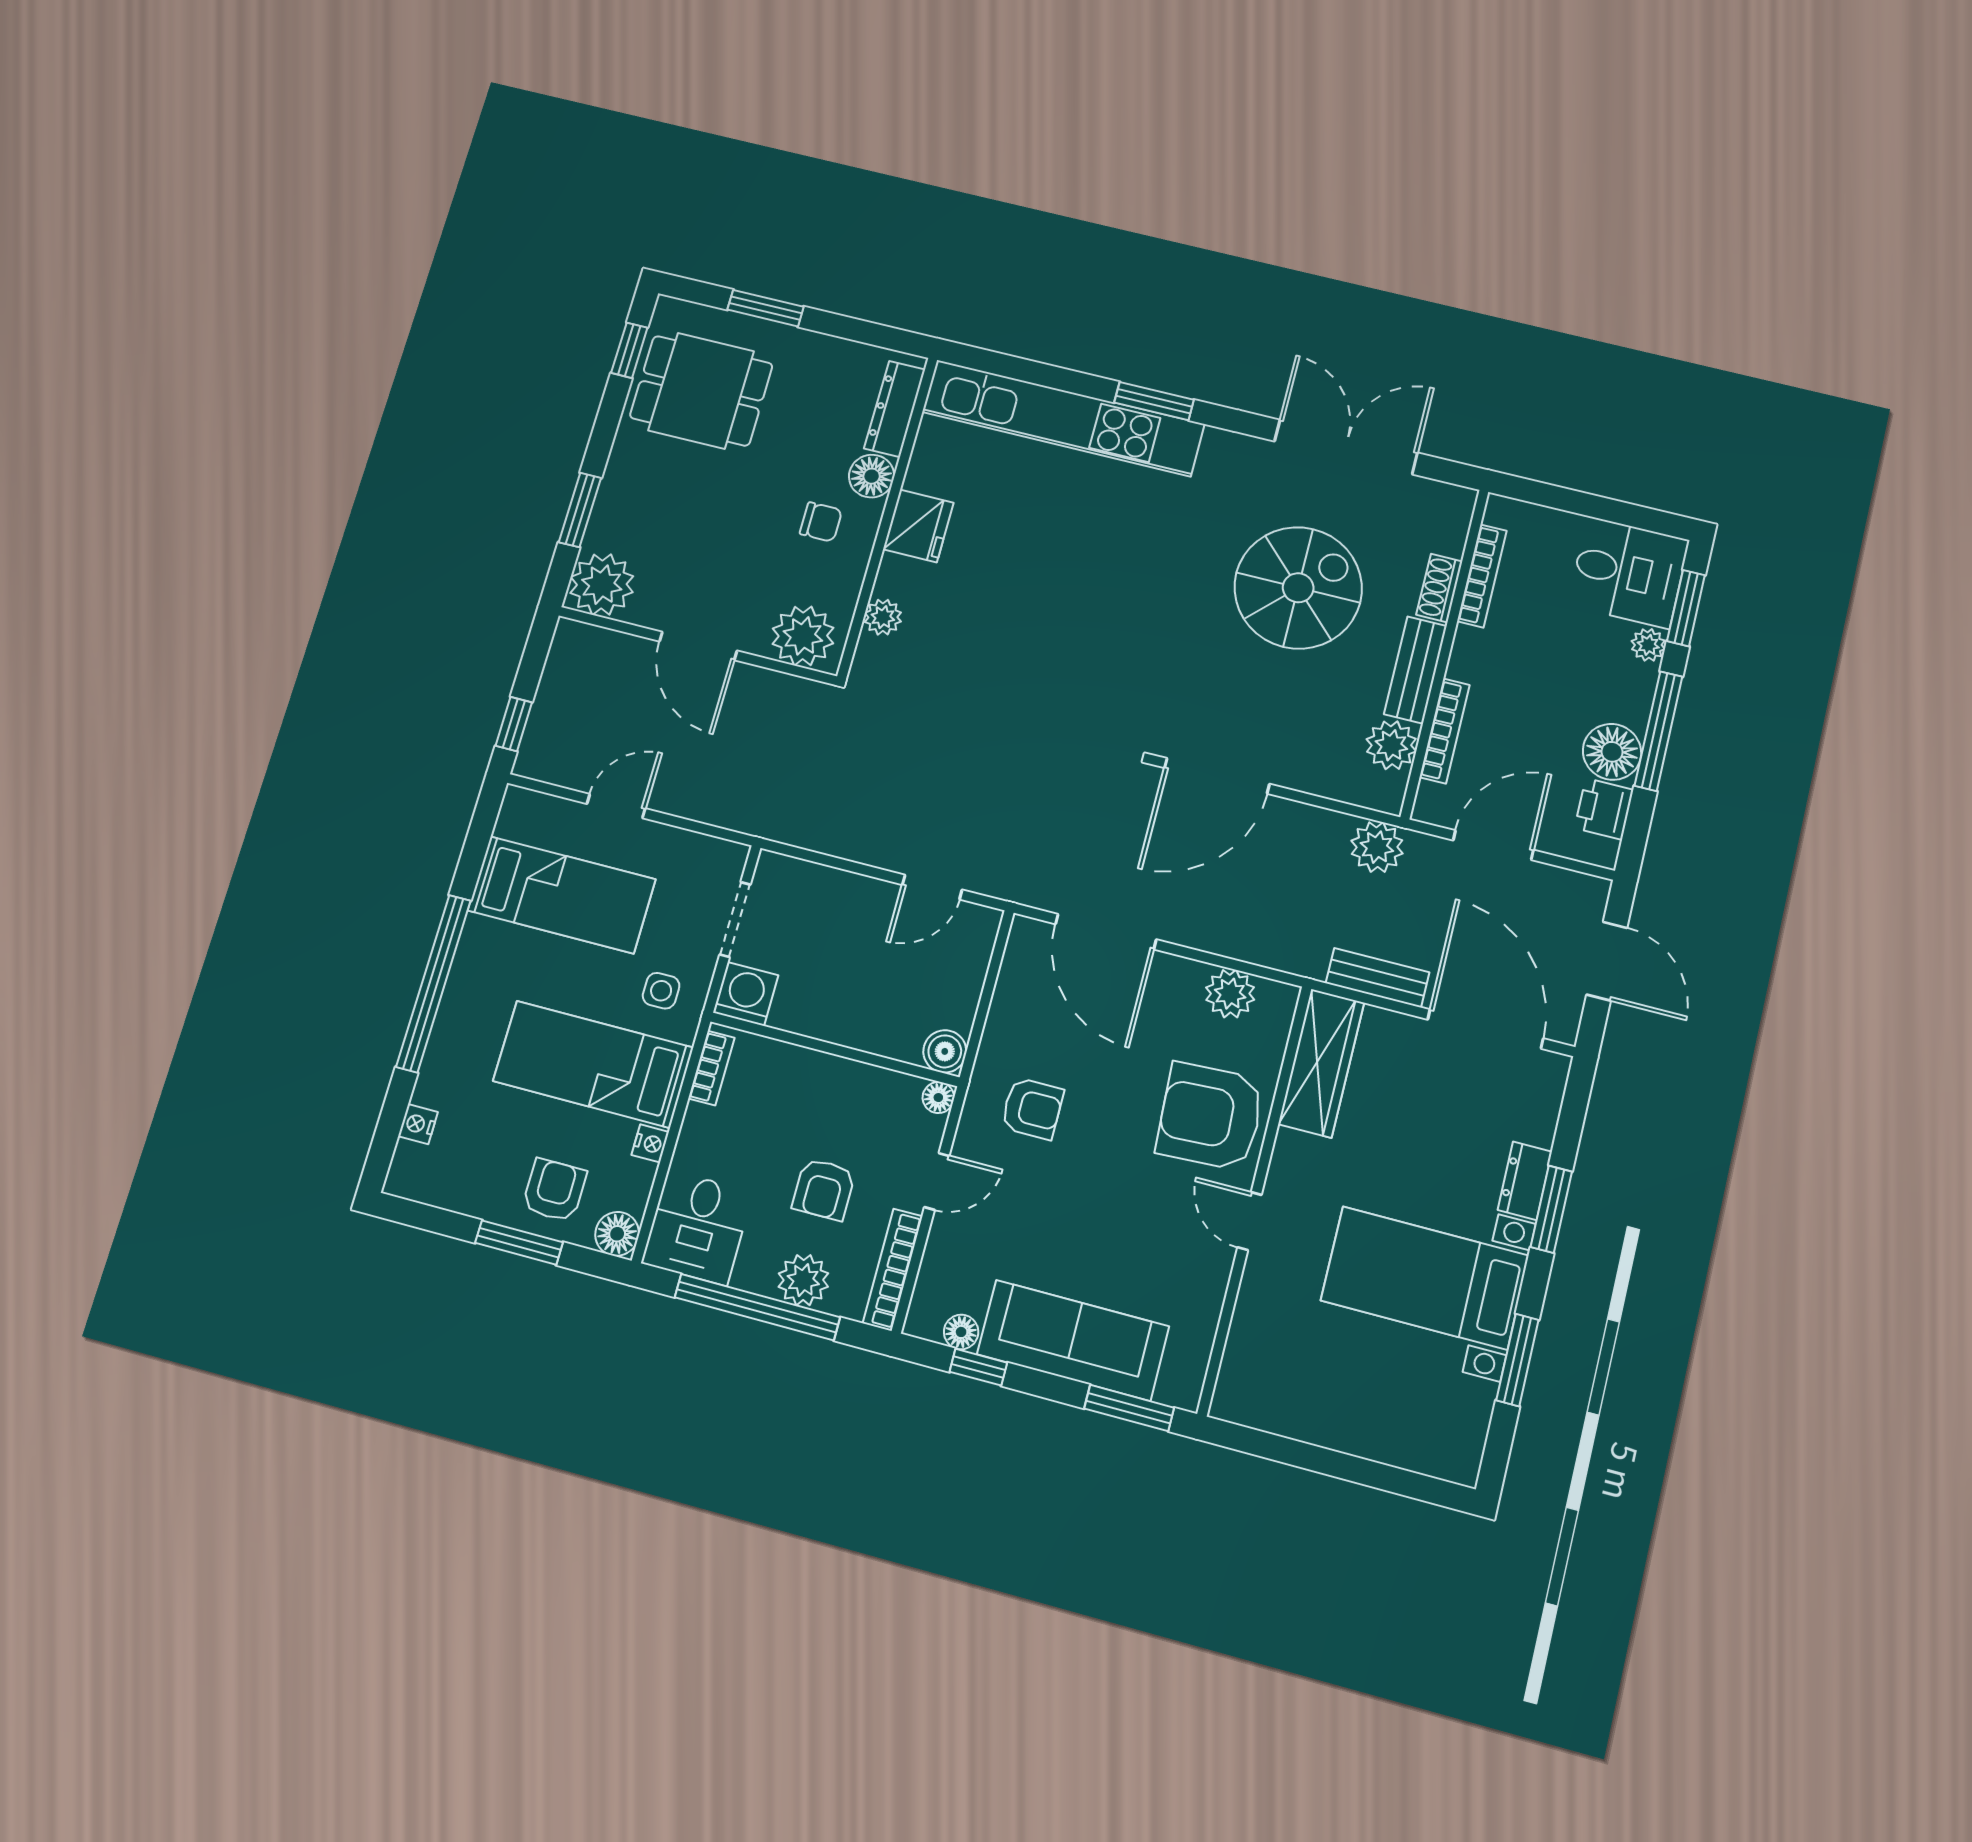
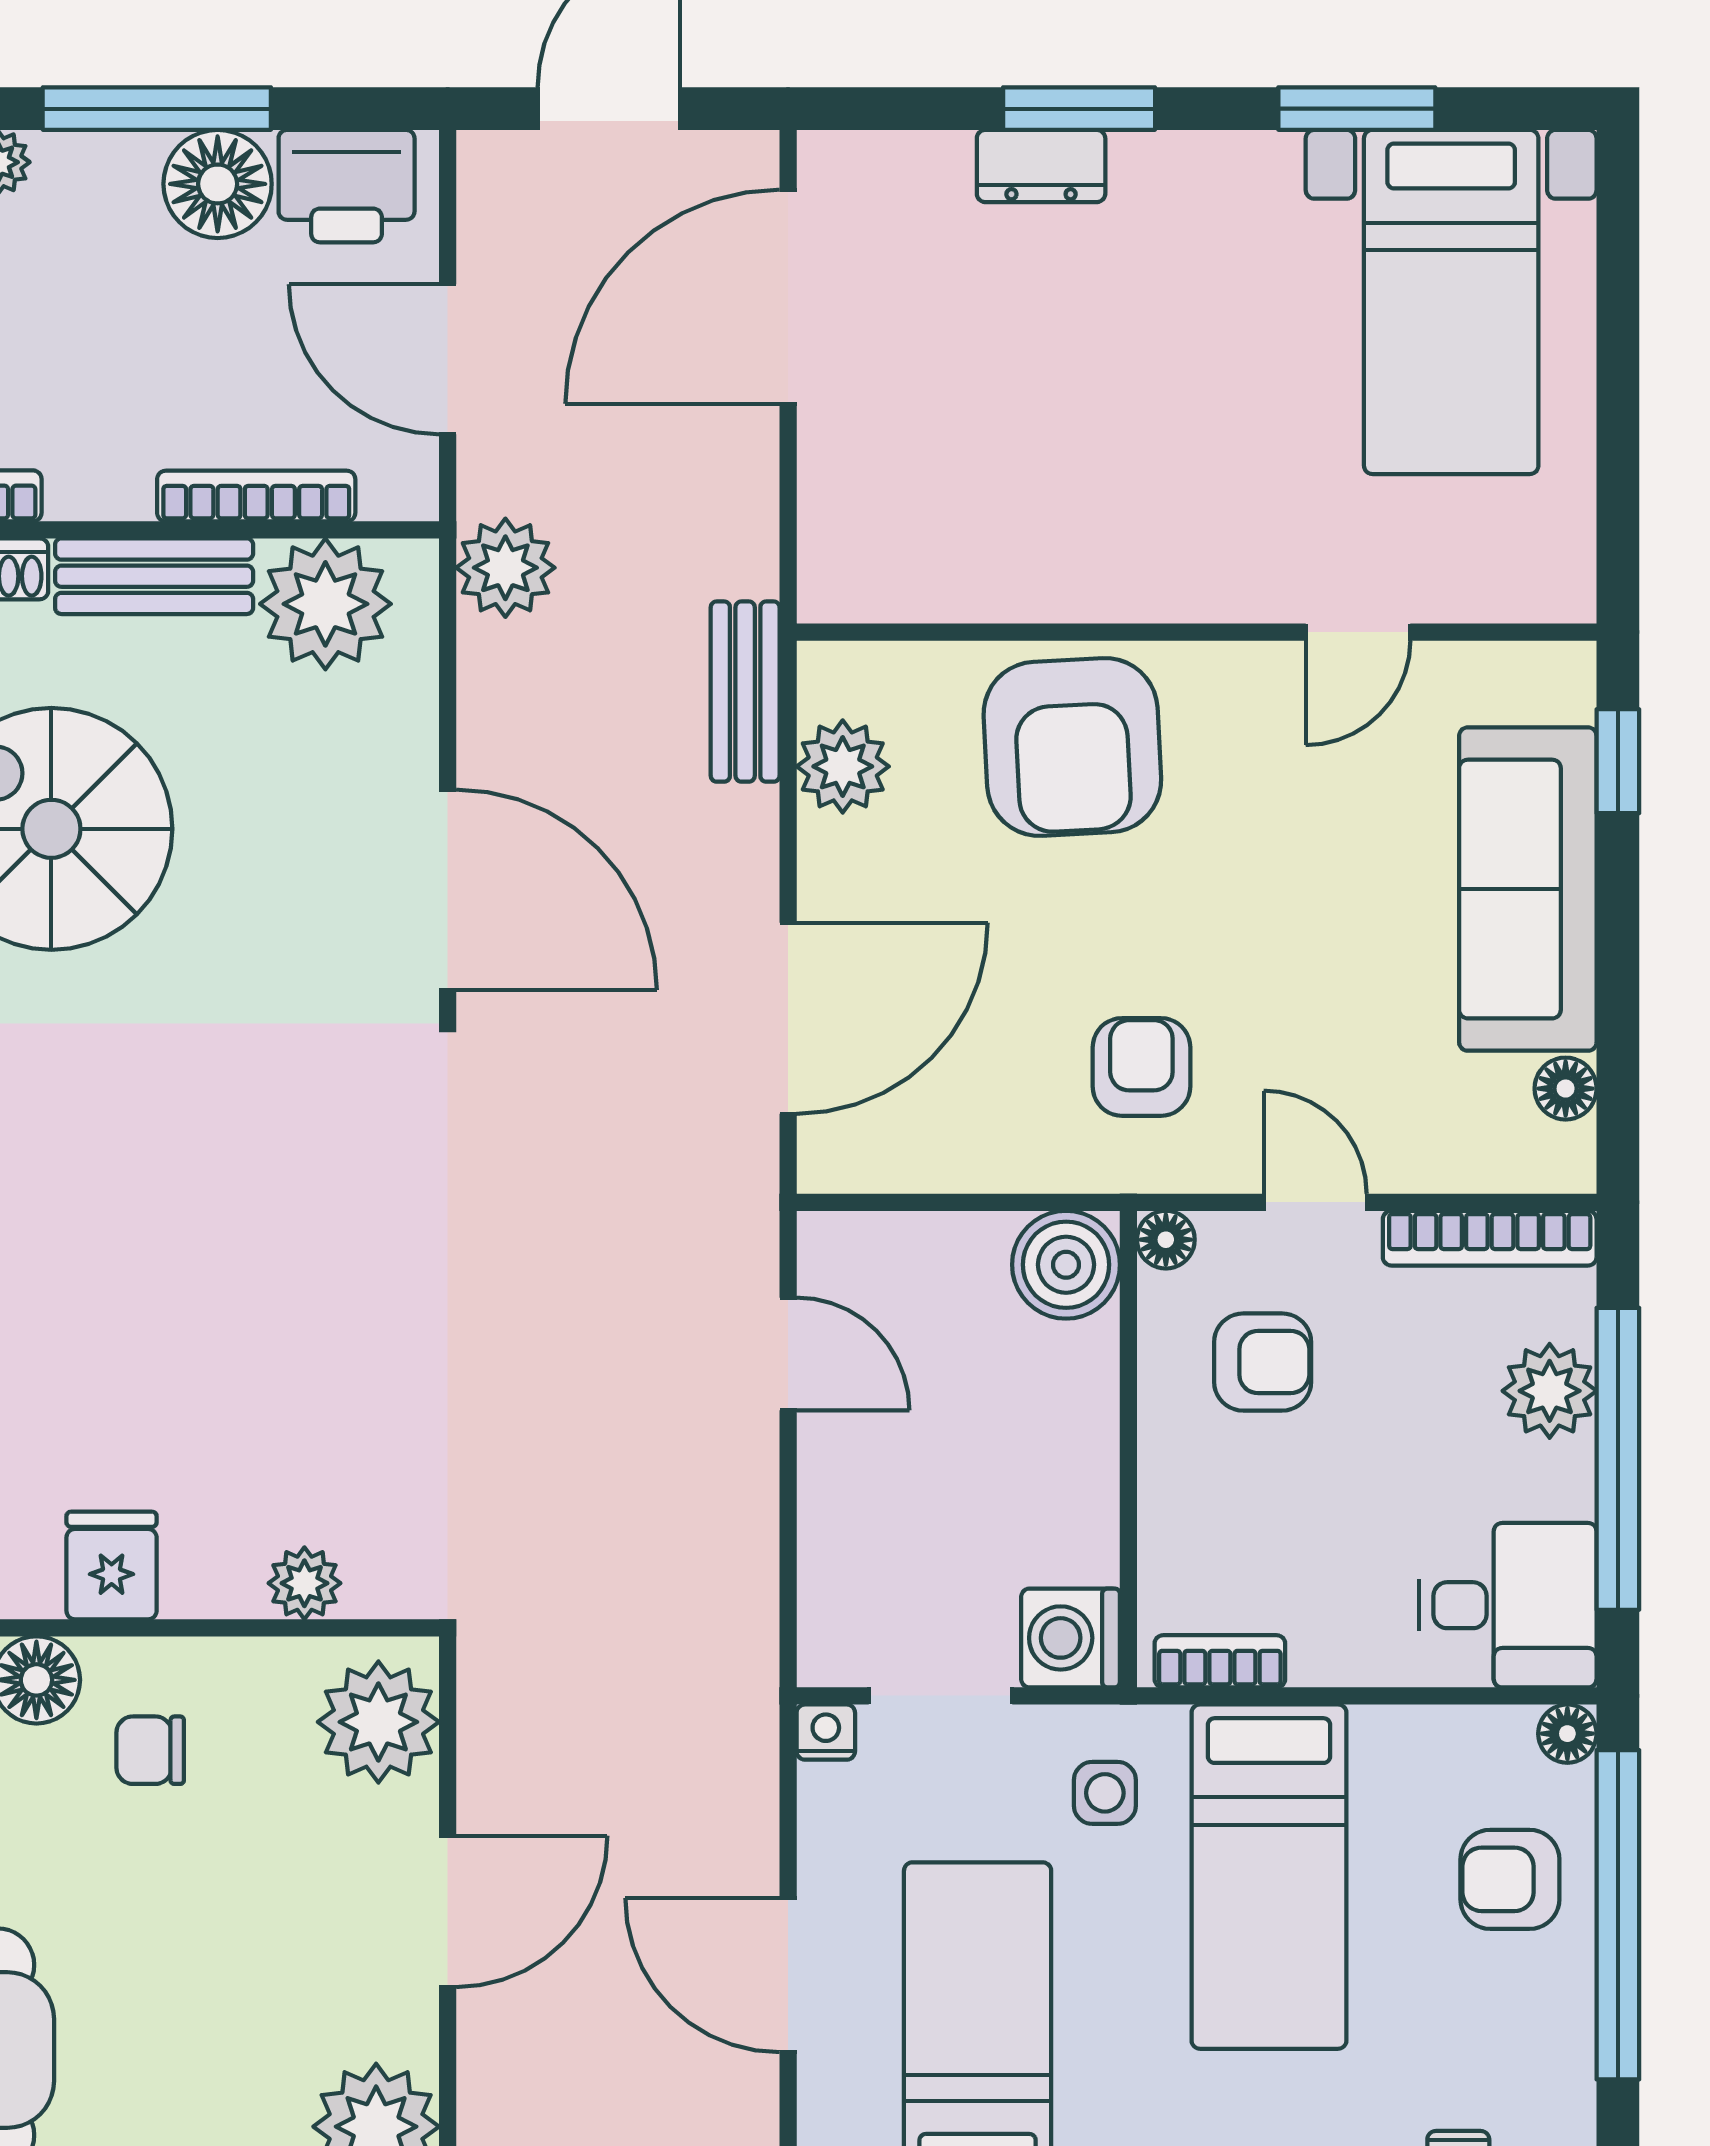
chair: (821, 522) -> (150, 1750), turned -90
fridge: (918, 526) -> (112, 1566), width x0.72
plant: (1391, 745) -> (325, 604), width x1.36, depth x1.36
door: (616, 806) -> (788, 1975), width x1.38
printer: (1604, 809) -> (347, 186), width x1.36, depth x1.24
bench: (1378, 978) -> (745, 692), moved
boiler: (945, 1051) -> (1066, 1265), width x1.36, depth x1.36
wardrobe: (1321, 1063) -> (926, 574), removed
nightstand: (650, 1143) -> (826, 1732), moved
armchair: (824, 1189) -> (1263, 1362), moved
door: (1250, 1221) -> (1358, 632), moved
floor lamp: (617, 1234) -> (1567, 1734), width x0.73, depth x0.73
window: (519, 1243) -> (1618, 1915), width x2.11
bed with nightstands: (1425, 1278) -> (1451, 302), moved
window: (978, 1367) -> (1618, 1042), removed
window: (1129, 1408) -> (1618, 761), width x0.67

